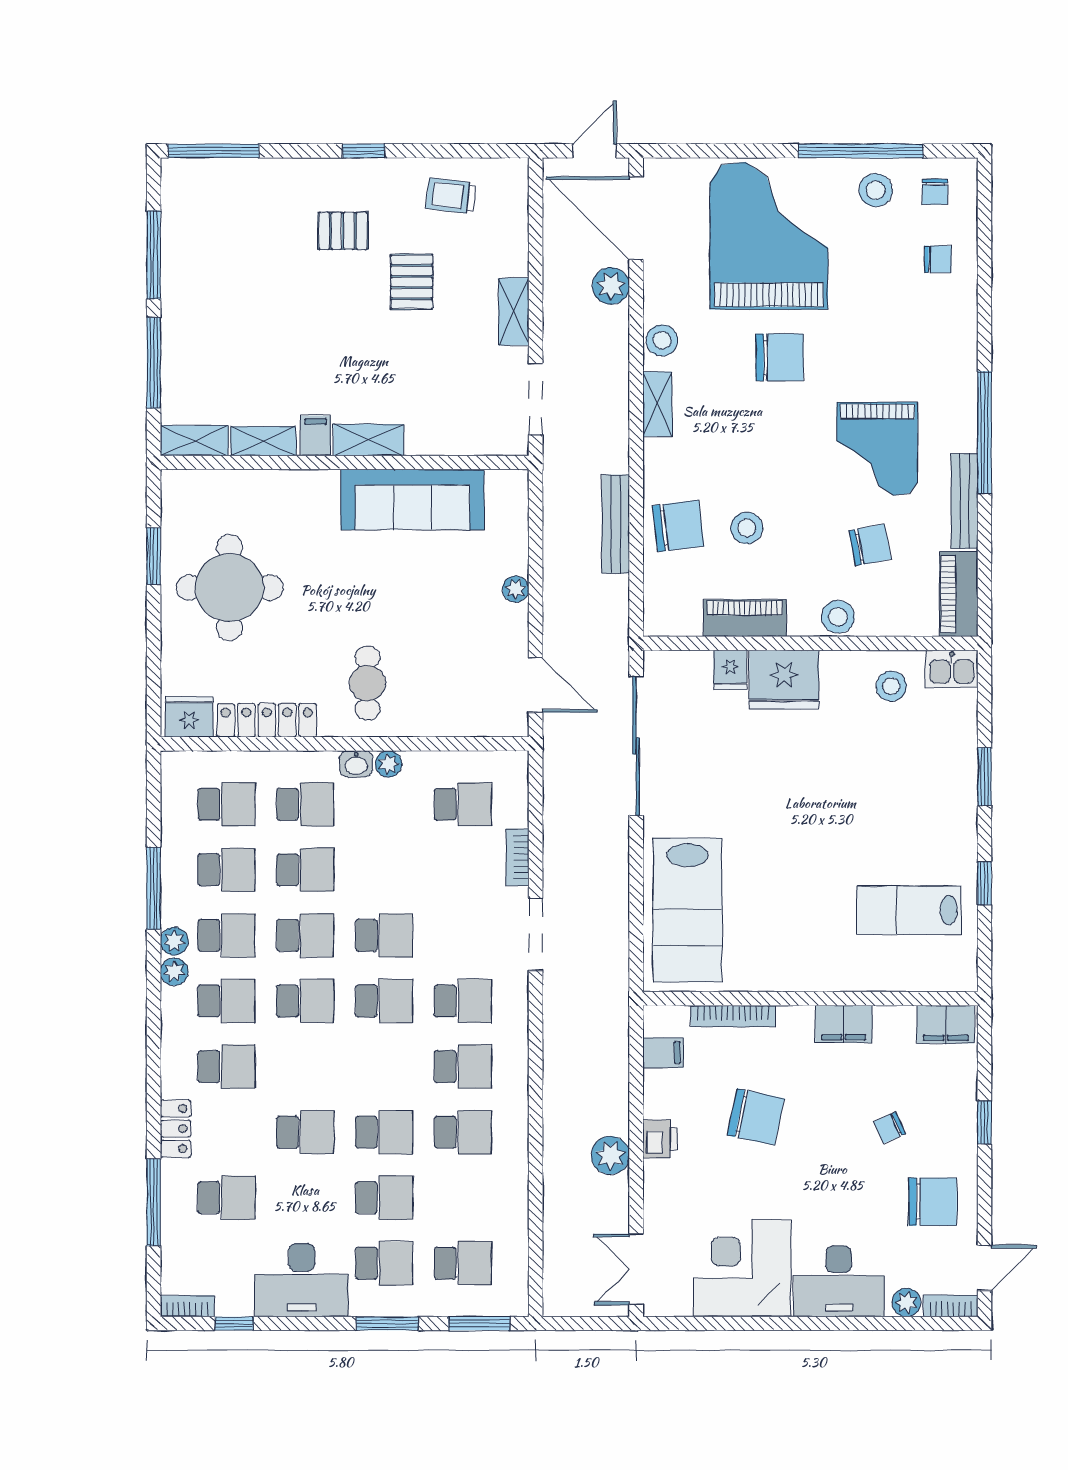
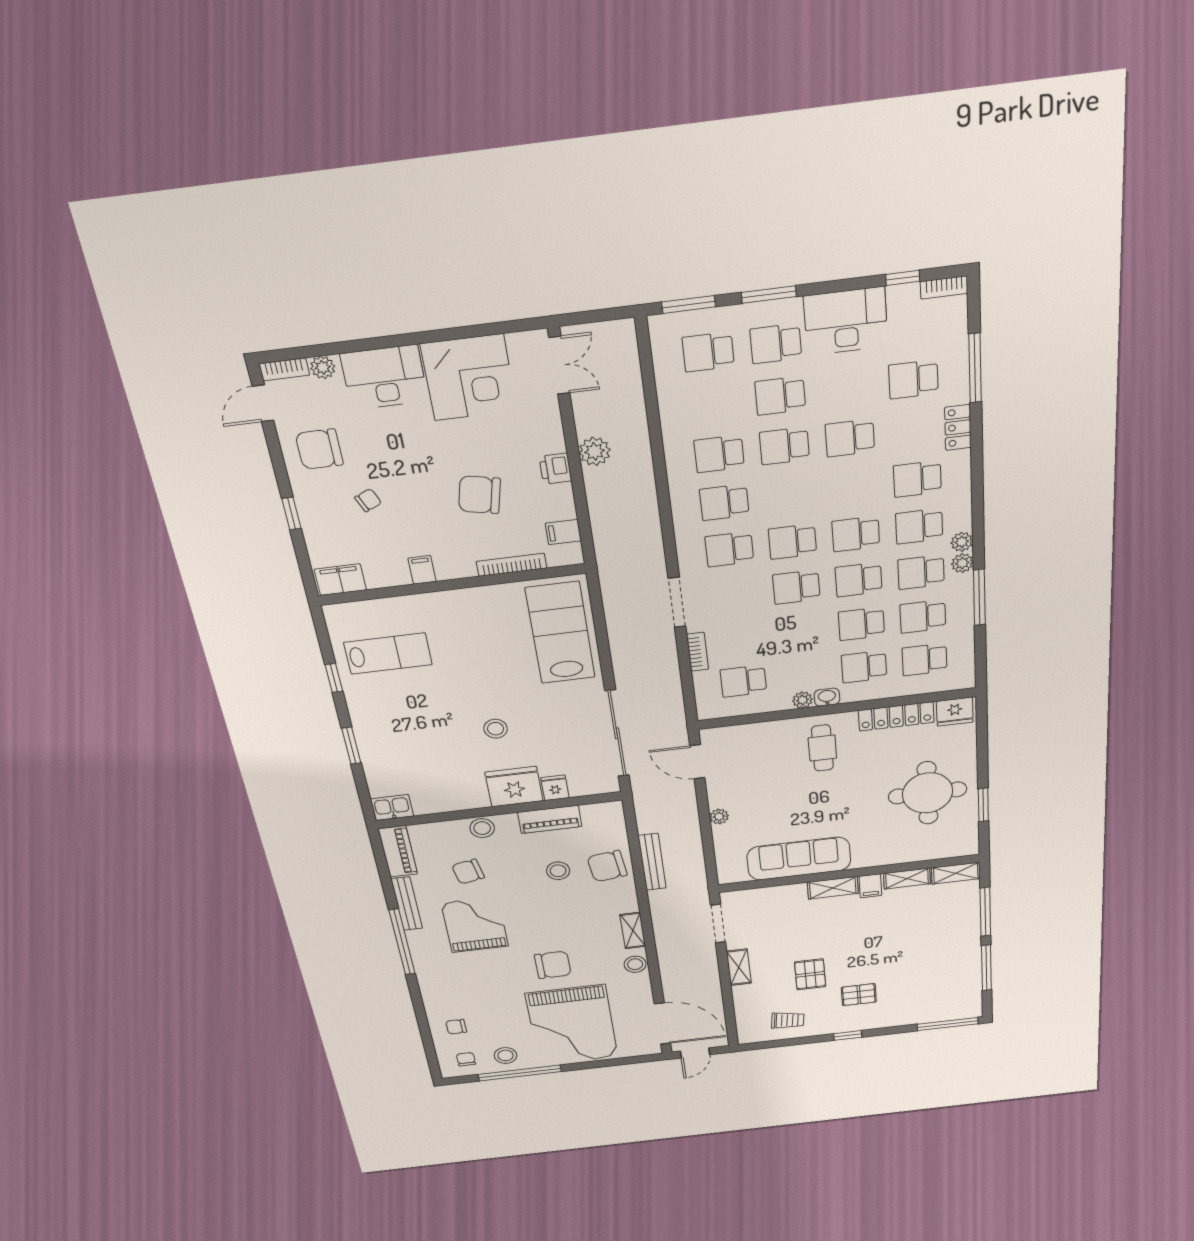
plant: (611, 286) -> (674, 988), removed
chair: (780, 357) -> (553, 965), turned 180
stool: (891, 686) -> (496, 729), moved
filing cabinet: (844, 1024) -> (422, 570), width x0.50

